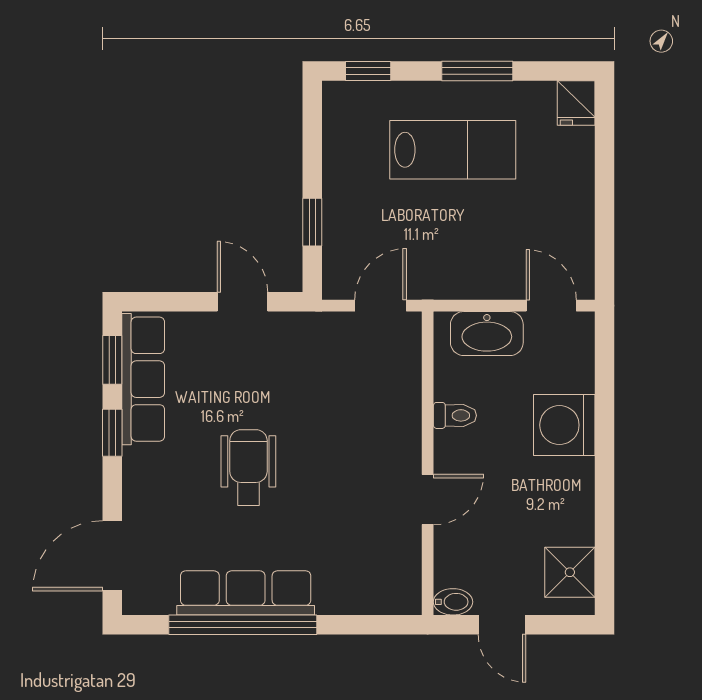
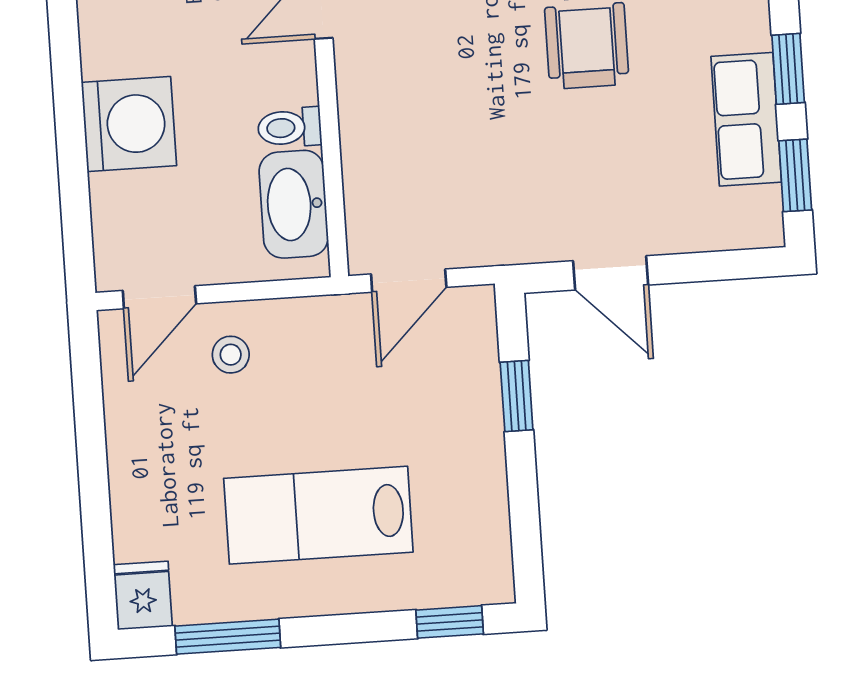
window: (477, 71) -> (228, 637), moved
stool: (505, 263) -> (231, 355), added
door: (551, 306) -> (159, 297), hinge flipped
washbasin: (487, 334) -> (294, 204), moved, turned -90
row of seats: (143, 379) -> (746, 119), width x0.68

